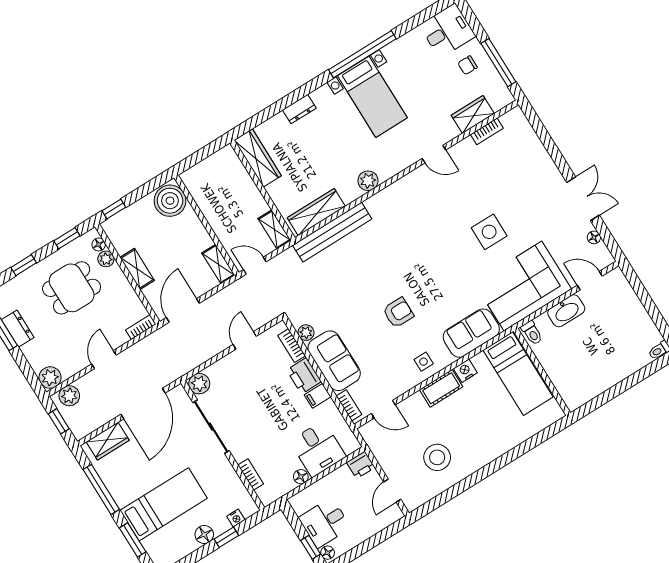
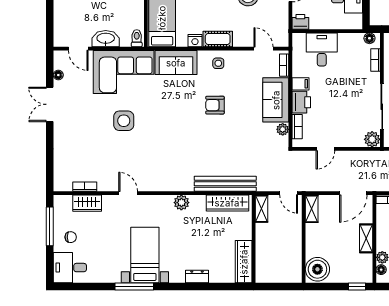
window: (362, 54) -> (134, 286), width x0.68
floor lamp: (301, 477) -> (369, 38), moved

